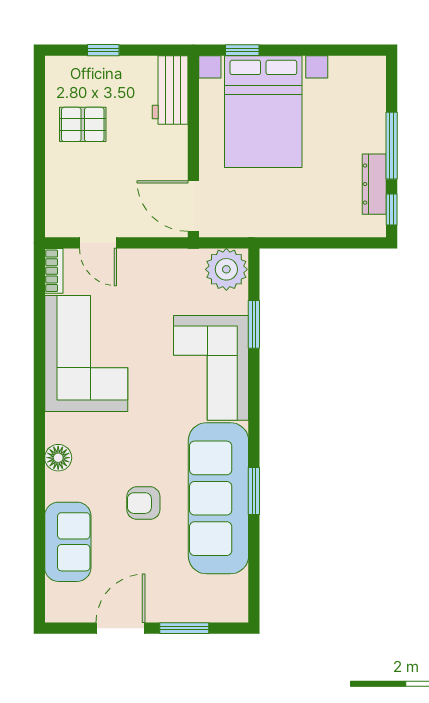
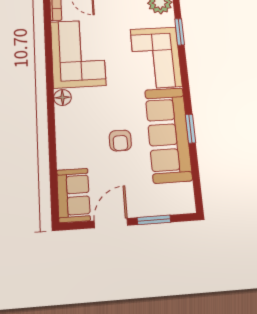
floor lamp: (58, 458) -> (62, 97), moved
armchair: (143, 503) -> (120, 140), turned -90
sofa: (68, 542) -> (73, 195), moved

